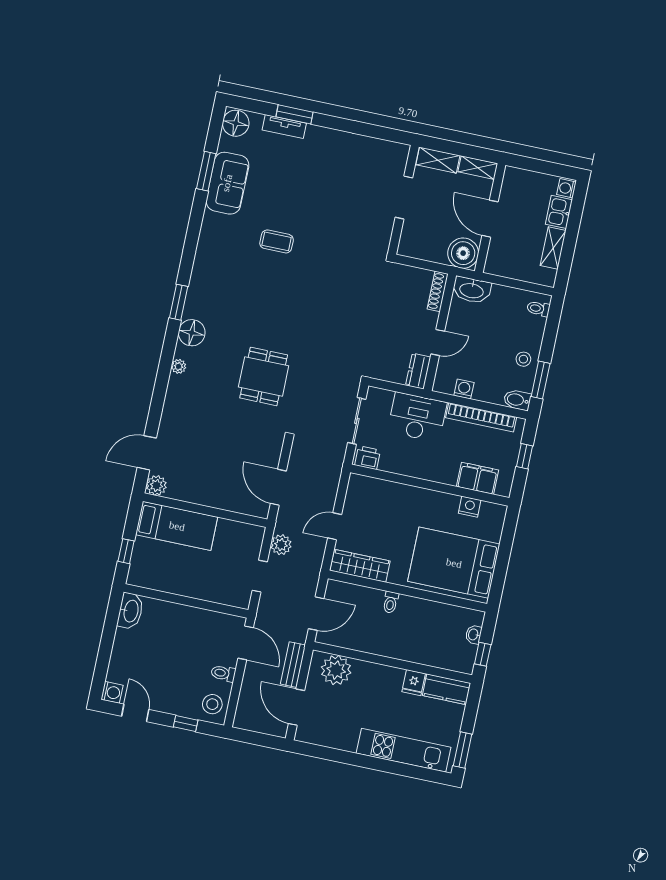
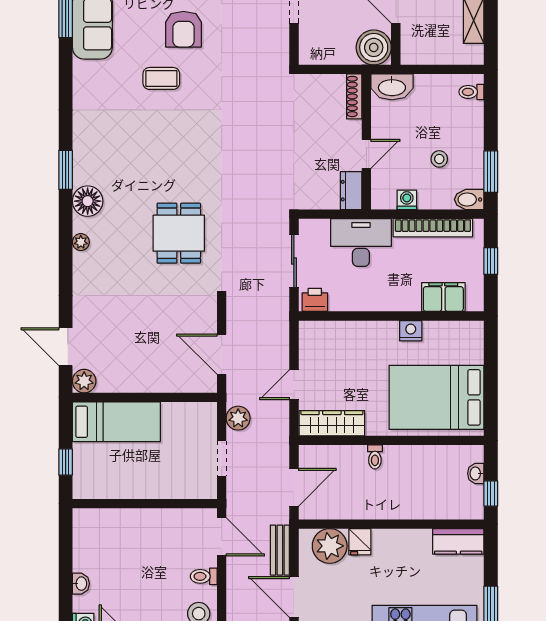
armchair: (304, 204) -> (183, 29), added
stool: (523, 359) -> (439, 159), moved
door: (147, 453) -> (66, 347), hinge flipped
nightstand: (470, 507) -> (411, 331), moved
washbasin: (130, 611) -> (81, 584), moved, width x0.52, depth x0.69
fridge: (414, 683) -> (360, 542), moved

